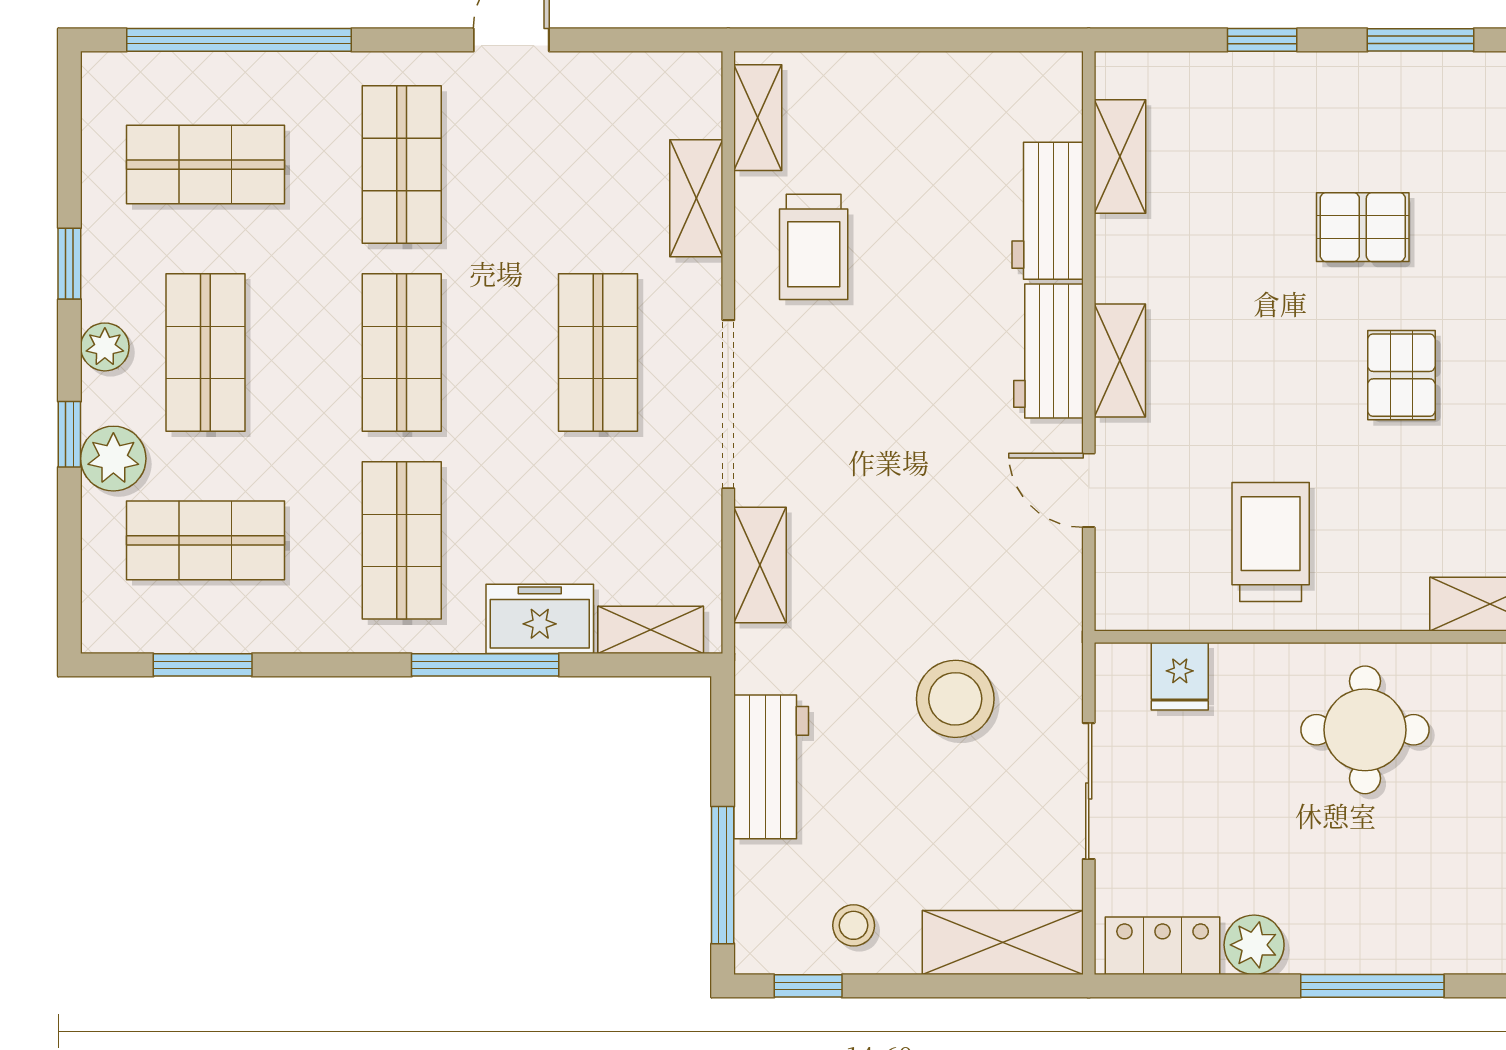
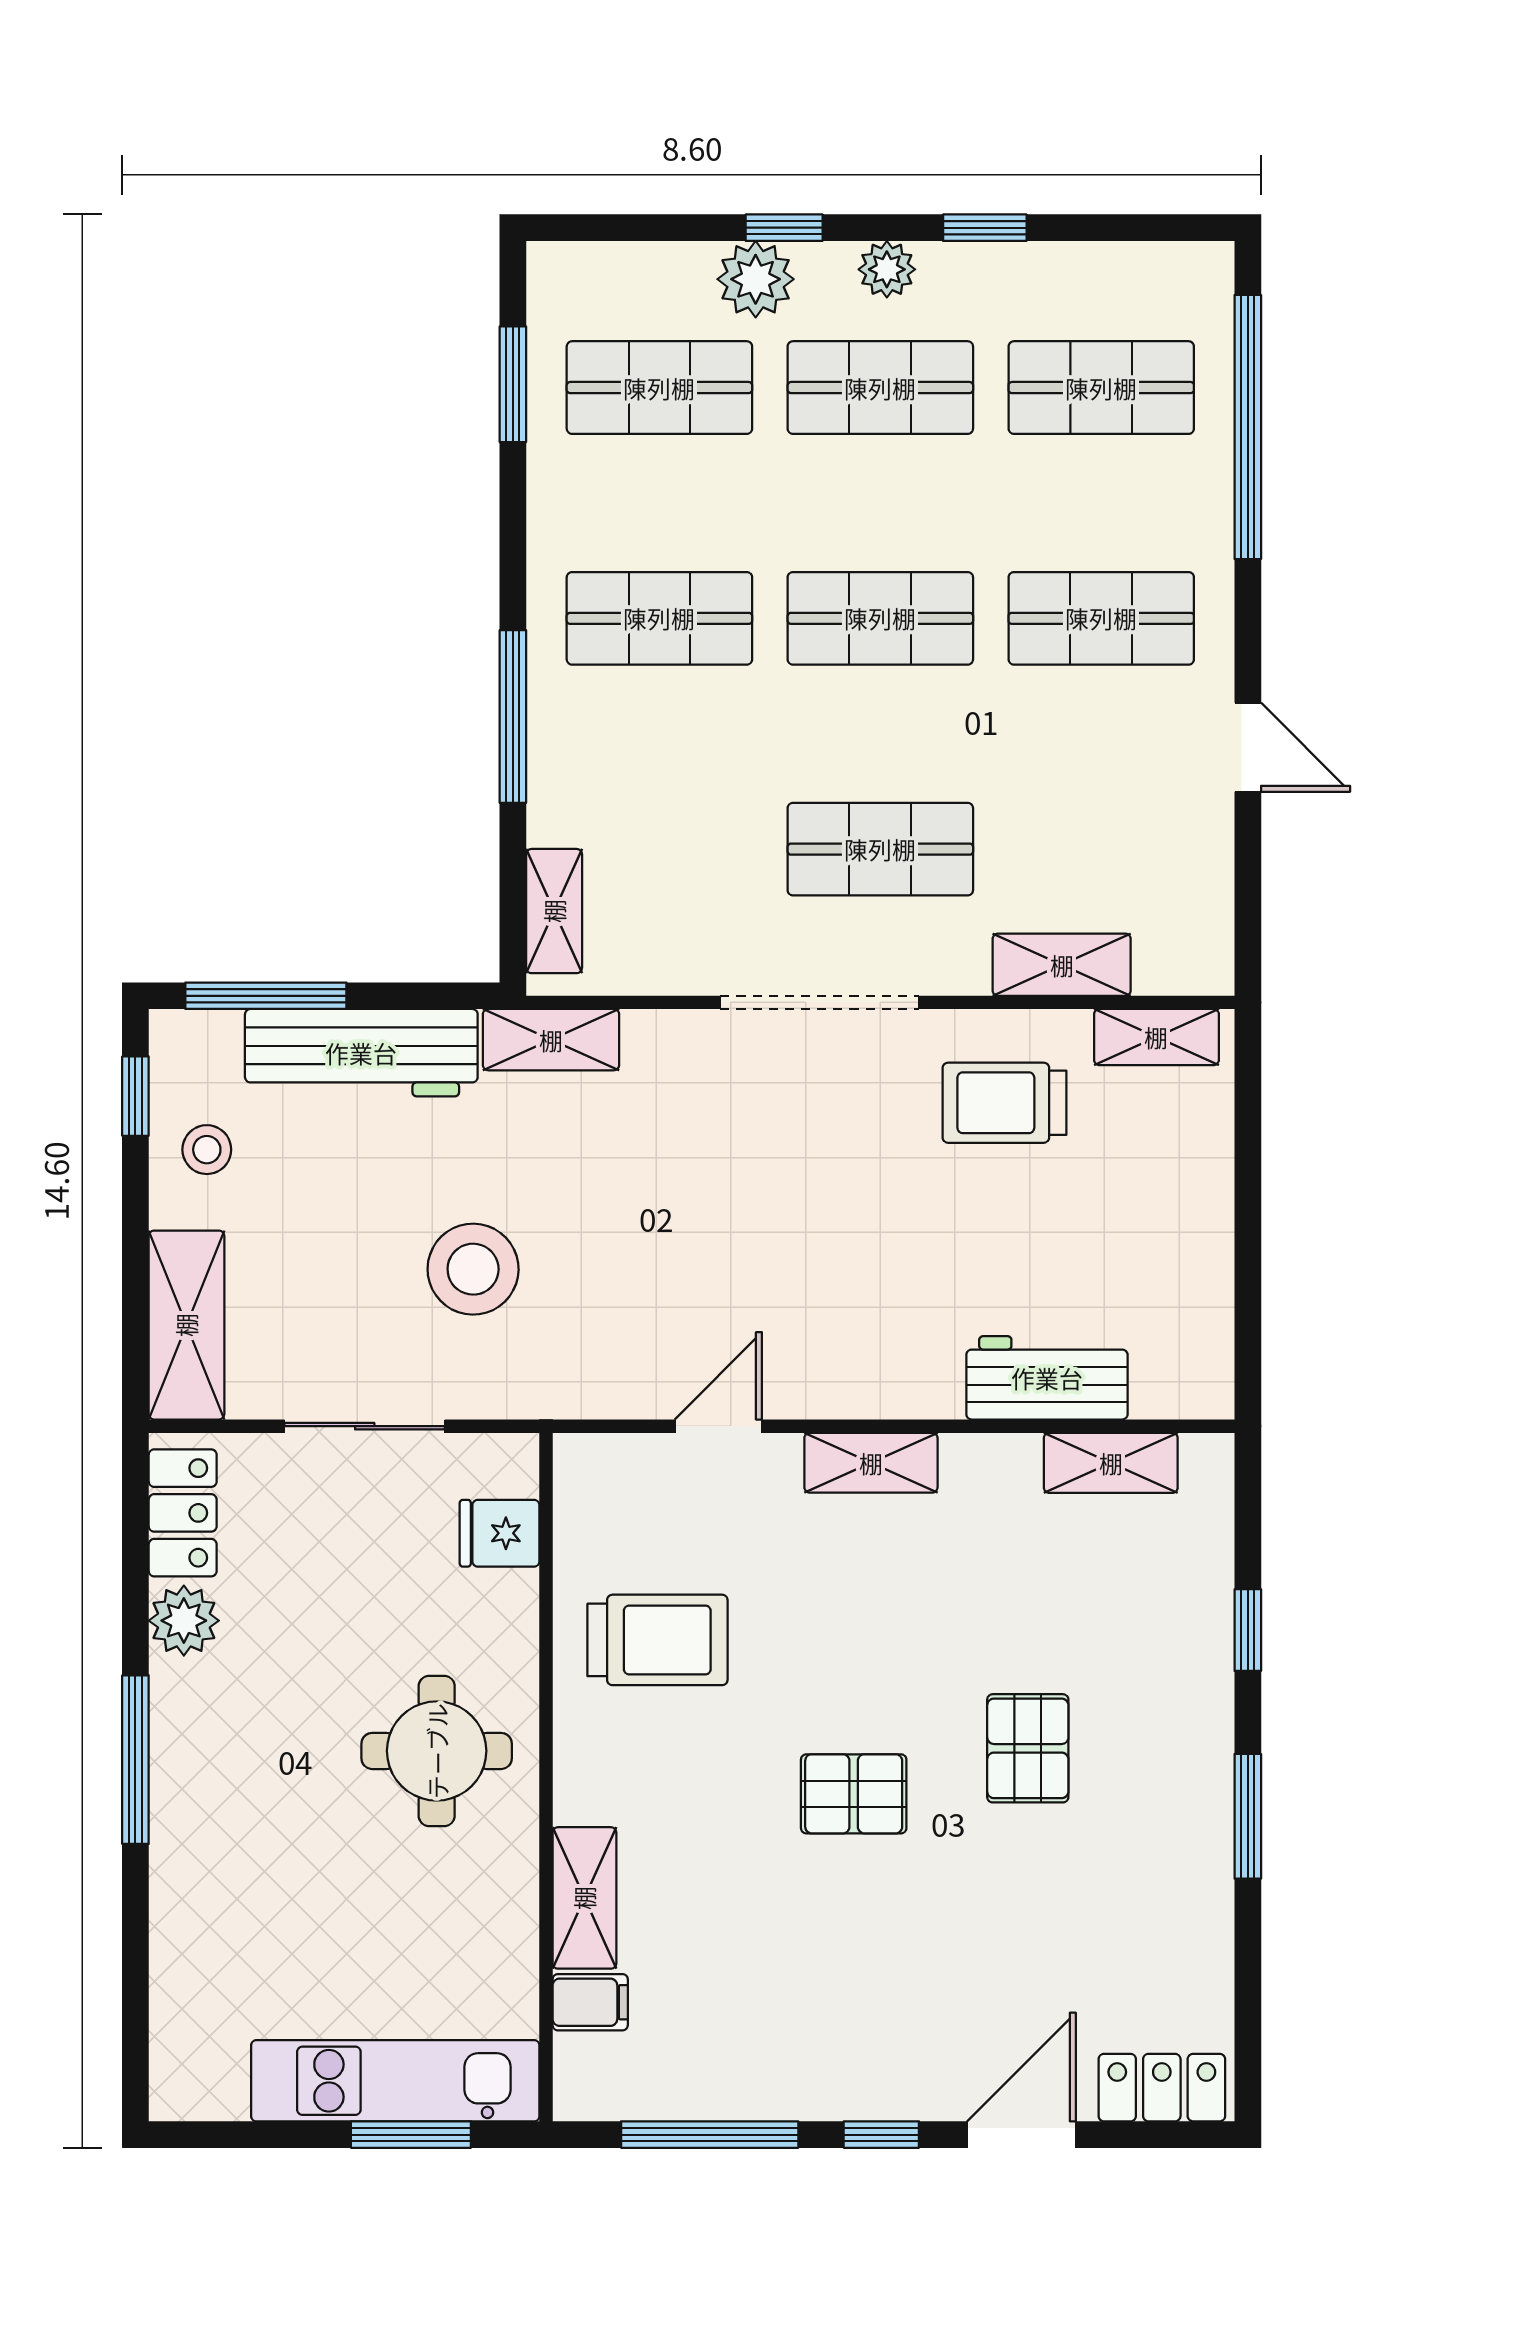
shop shelf: (205, 165) -> (1101, 388), turned 90
workbench: (1048, 351) -> (882, 1379), removed
shop shelf: (205, 540) -> (659, 388), turned 90
shelving: (760, 565) -> (551, 1040), moved
freezer: (540, 619) -> (567, 781), removed
workbench: (771, 767) -> (361, 1053), width x1.38

